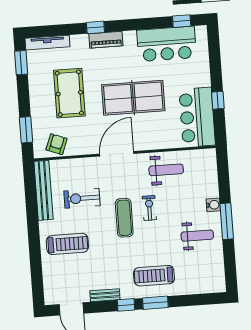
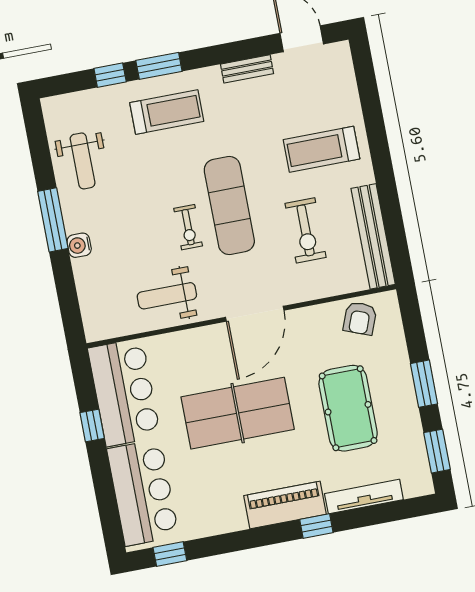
piano: (106, 40) -> (285, 505), width x1.37, depth x1.33
tv unit: (47, 43) -> (364, 497), moved
bar counter: (167, 44) -> (143, 493), moved, turned 90
window: (26, 130) -> (424, 384), moved
exercise bike: (82, 198) -> (306, 230), turned 90
exercise mat: (124, 218) -> (229, 206), width x1.36, depth x1.45
weight bench: (197, 236) -> (83, 161), moved, turned -90
window: (126, 305) -> (110, 75), moved

